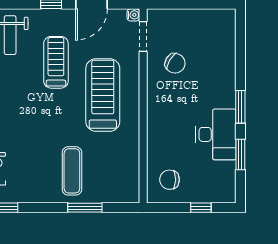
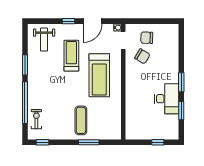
treadmill: (103, 95) -> (99, 75), turned 180
chair: (170, 180) -> (147, 38), moved

